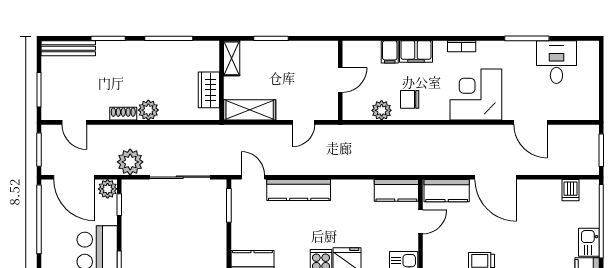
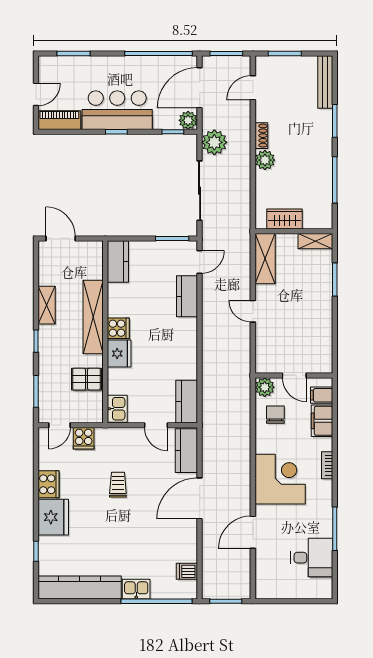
door: (340, 80) -> (294, 375), moved
wall: (340, 80) -> (294, 375), moved
kitchen counter: (299, 190) -> (187, 296), width x0.67

